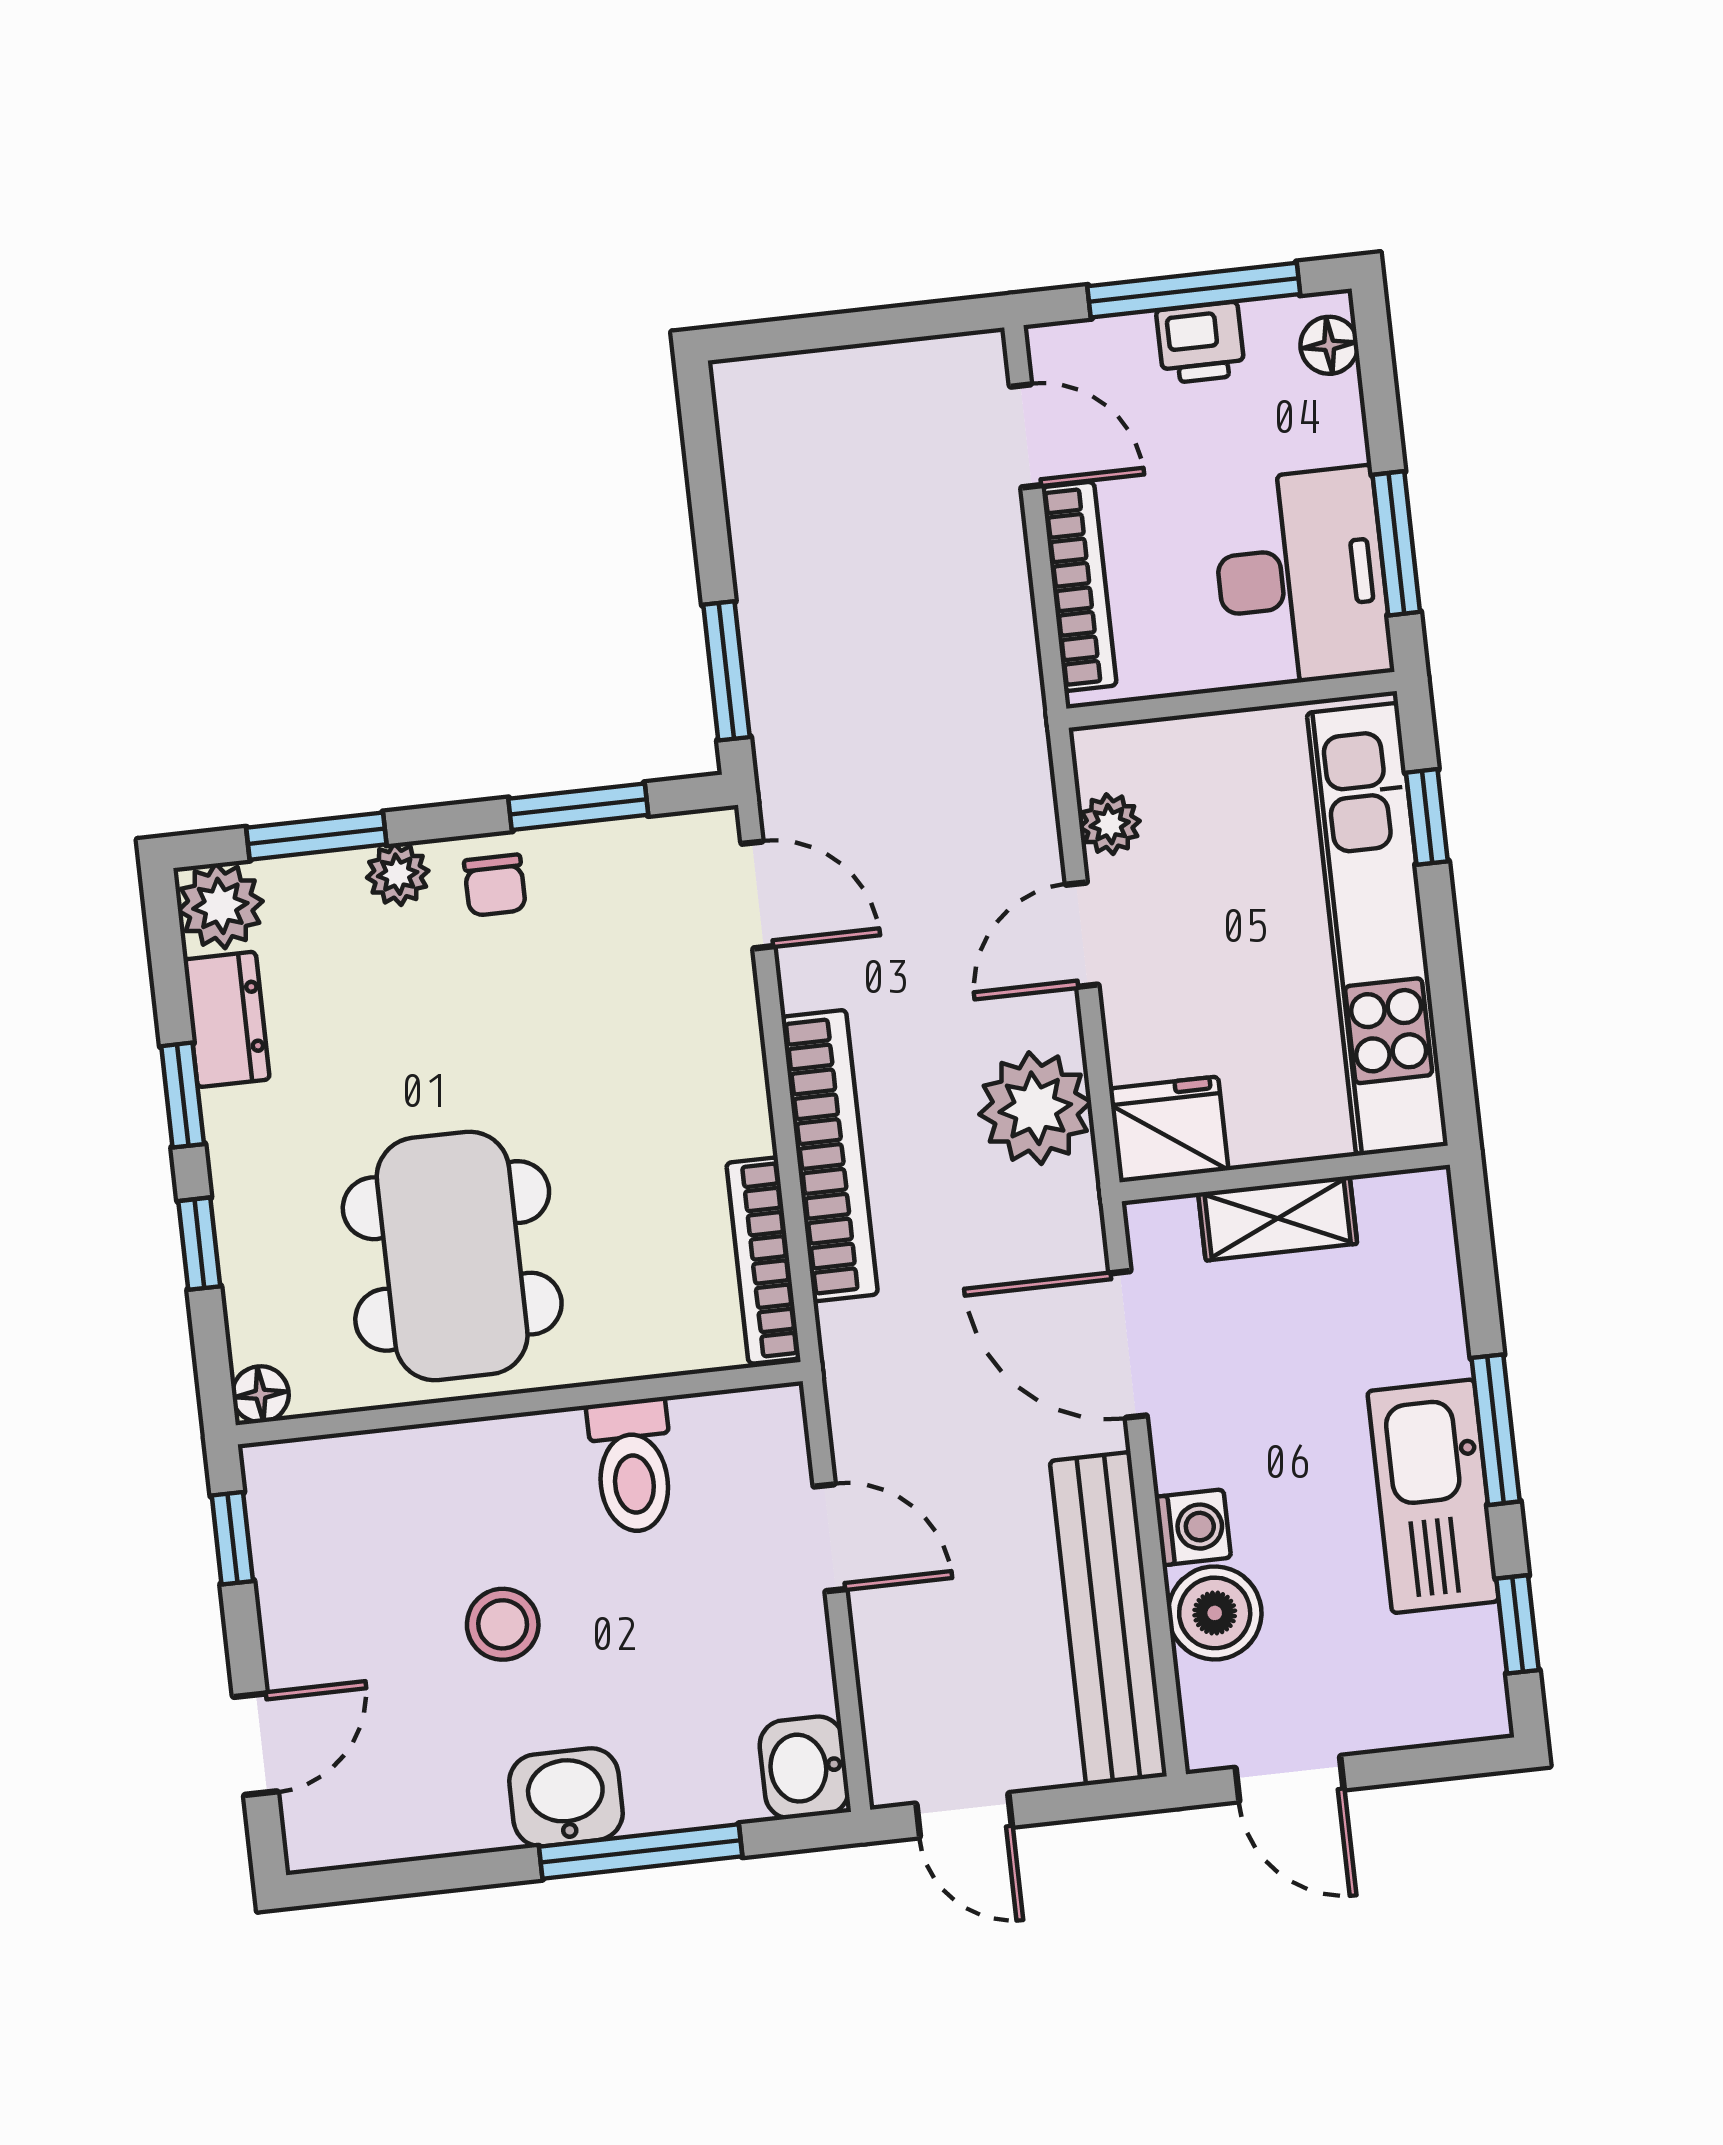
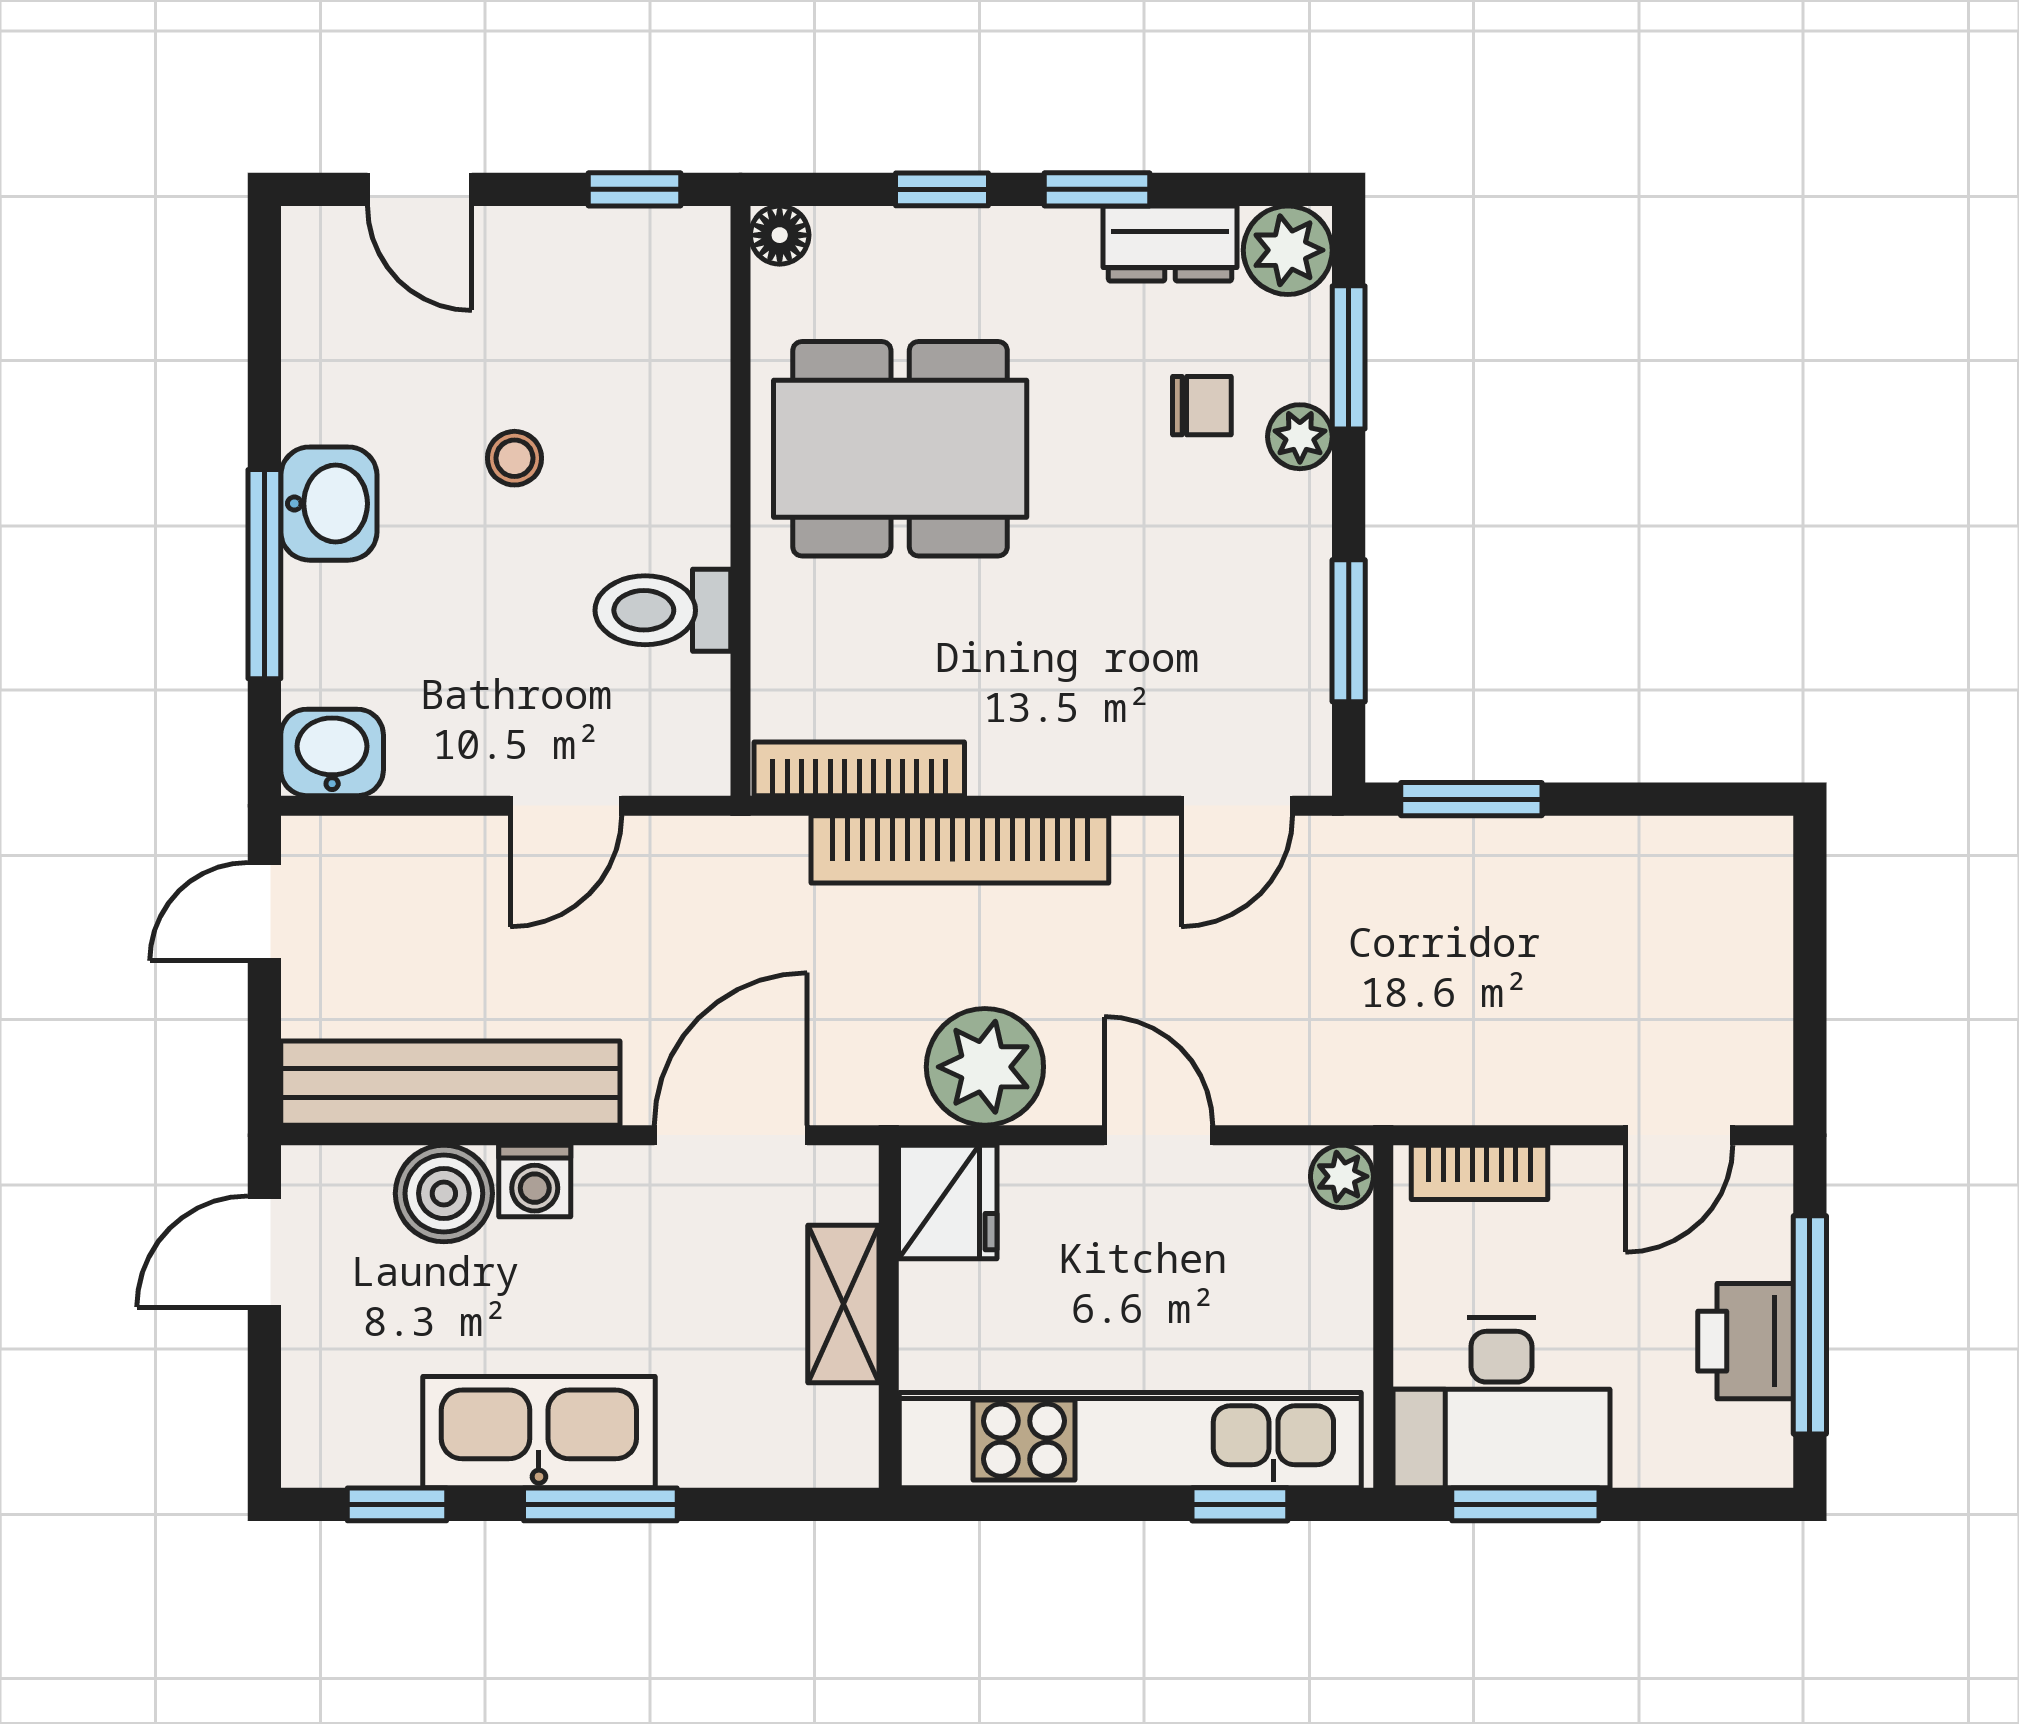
printer: (1201, 343) -> (1746, 1341), width x1.36, depth x1.24
floor lamp: (1329, 345) -> (1737, 1458), removed
bookcase: (1079, 586) -> (1479, 1172), width x0.64
plant: (1110, 824) -> (1342, 1176), moved
chair: (495, 885) -> (1202, 406), moved, turned 180
stool: (503, 1624) -> (514, 458), width x0.73, depth x0.73

